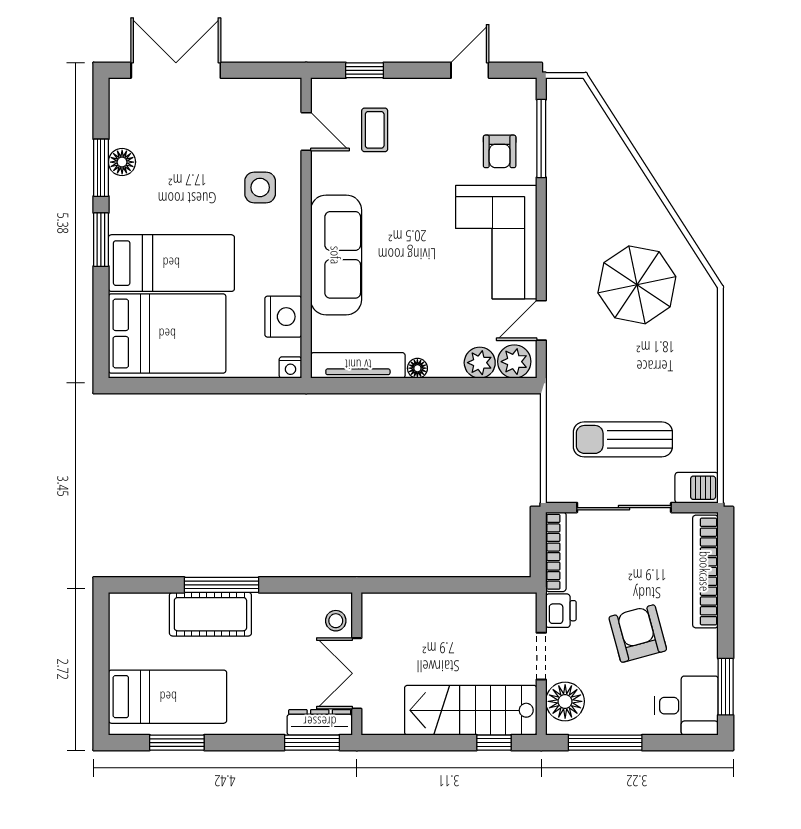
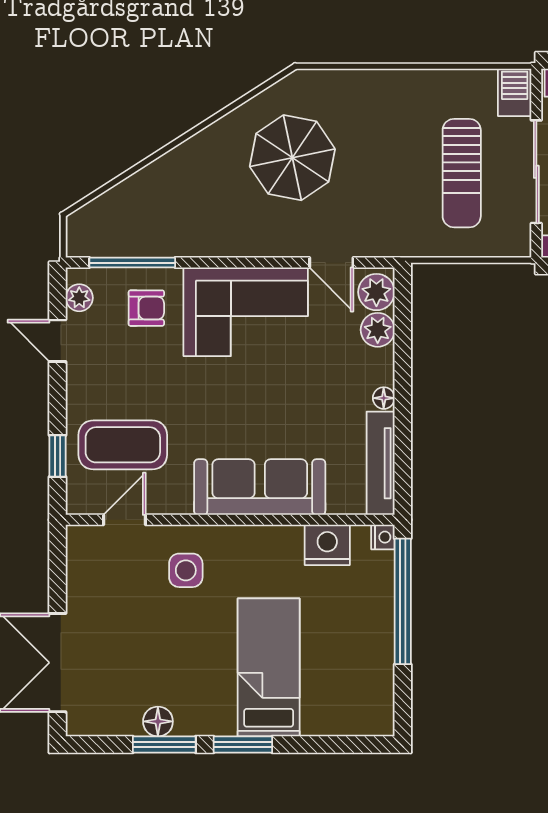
plant: (509, 90) -> (79, 298), added
coffee table: (375, 130) -> (123, 445), width x1.86, depth x1.72
bed: (167, 334) -> (346, 672), removed
window: (232, 386) -> (403, 601), added

